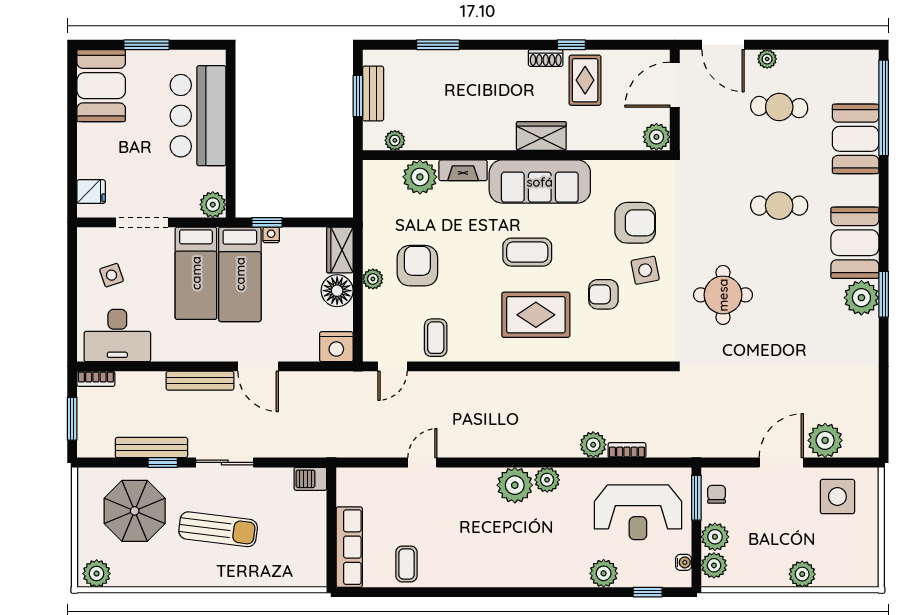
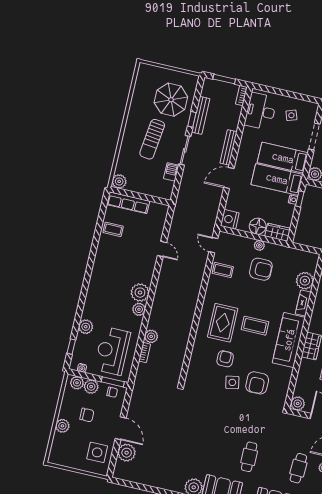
coffee table: (527, 252) -> (255, 326), turned 90
round table: (723, 295) -> (211, 418), removed
barbecue: (310, 479) -> (171, 172), moved
chair: (771, 532) -> (87, 415), added
plant: (97, 574) -> (119, 181), moved

